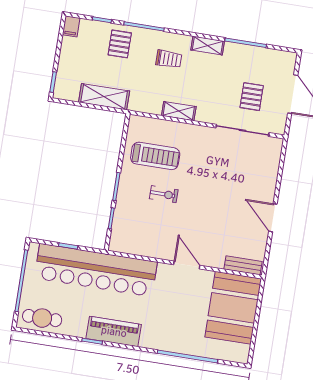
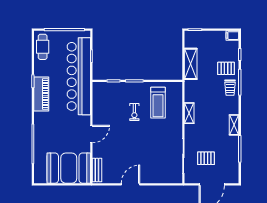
trolley: (169, 59) -> (230, 88), moved

